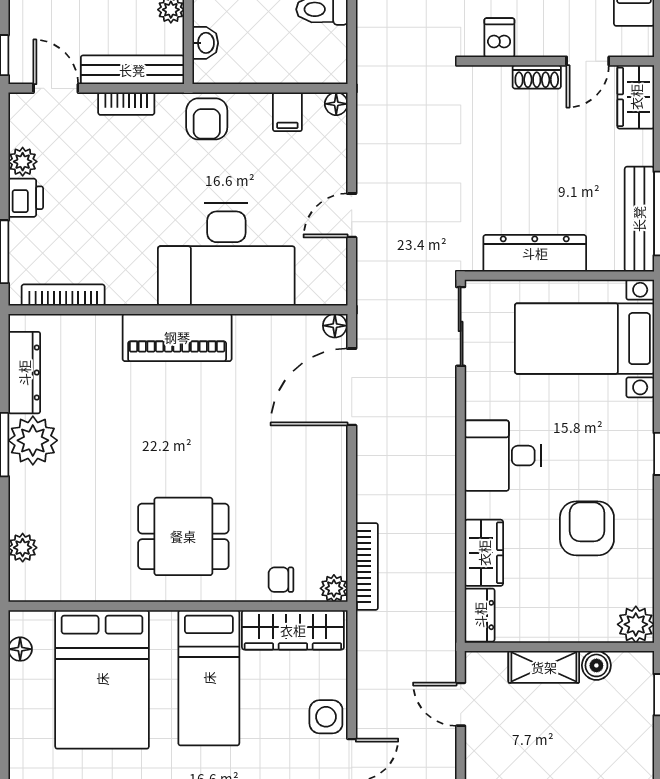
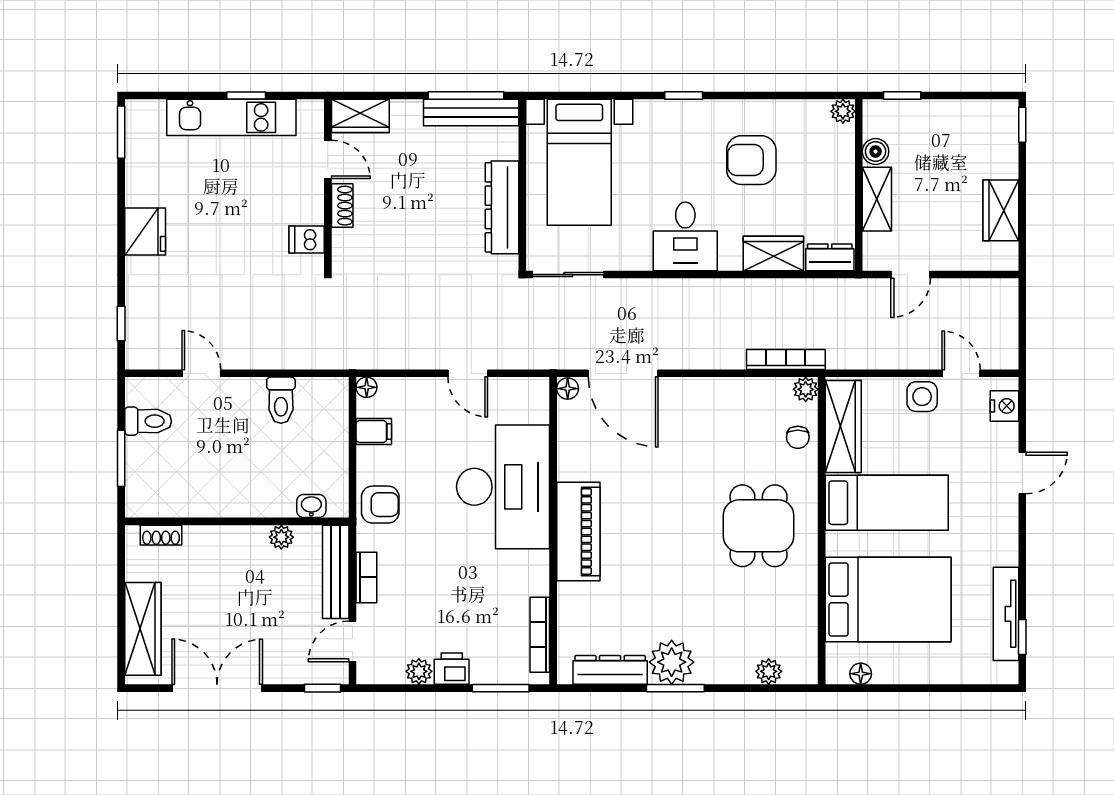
plant: (636, 624) -> (843, 111), width x0.73, depth x0.73

